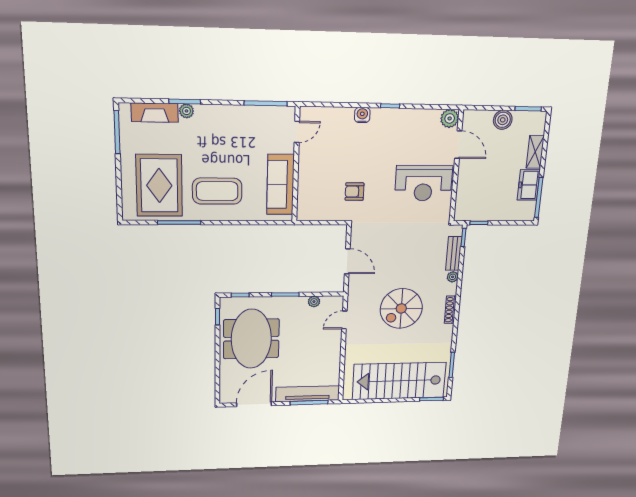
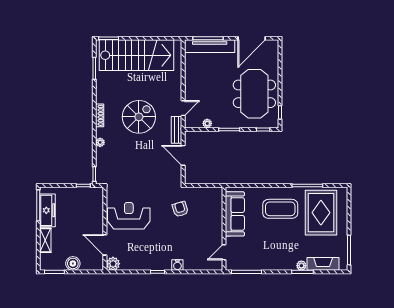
freezer: (529, 185) -> (47, 210), width x1.40
armchair: (354, 192) -> (180, 209), turned -107
bench: (454, 253) -> (177, 130), moved

